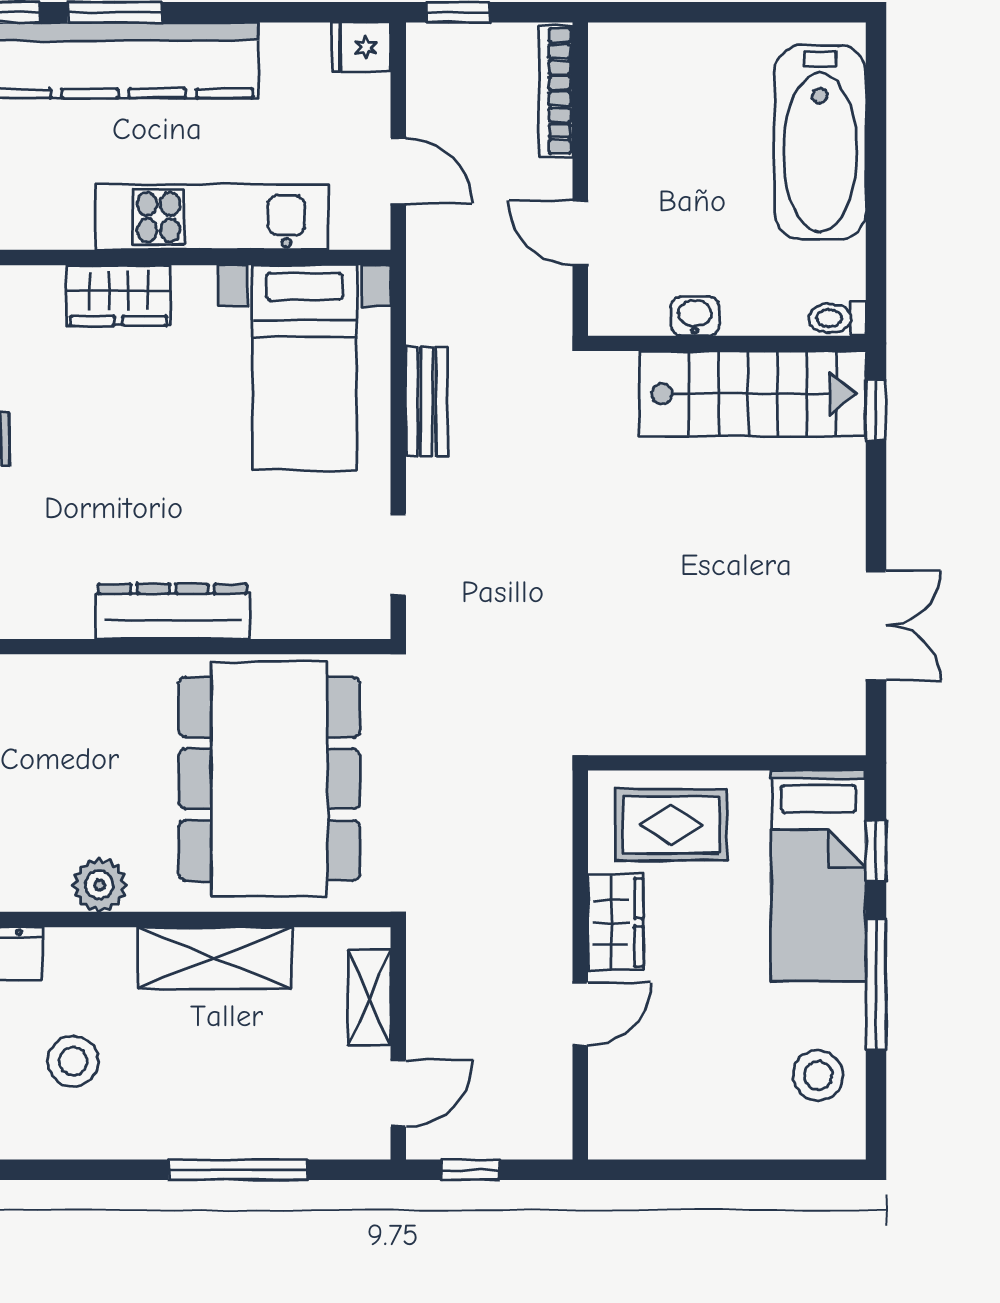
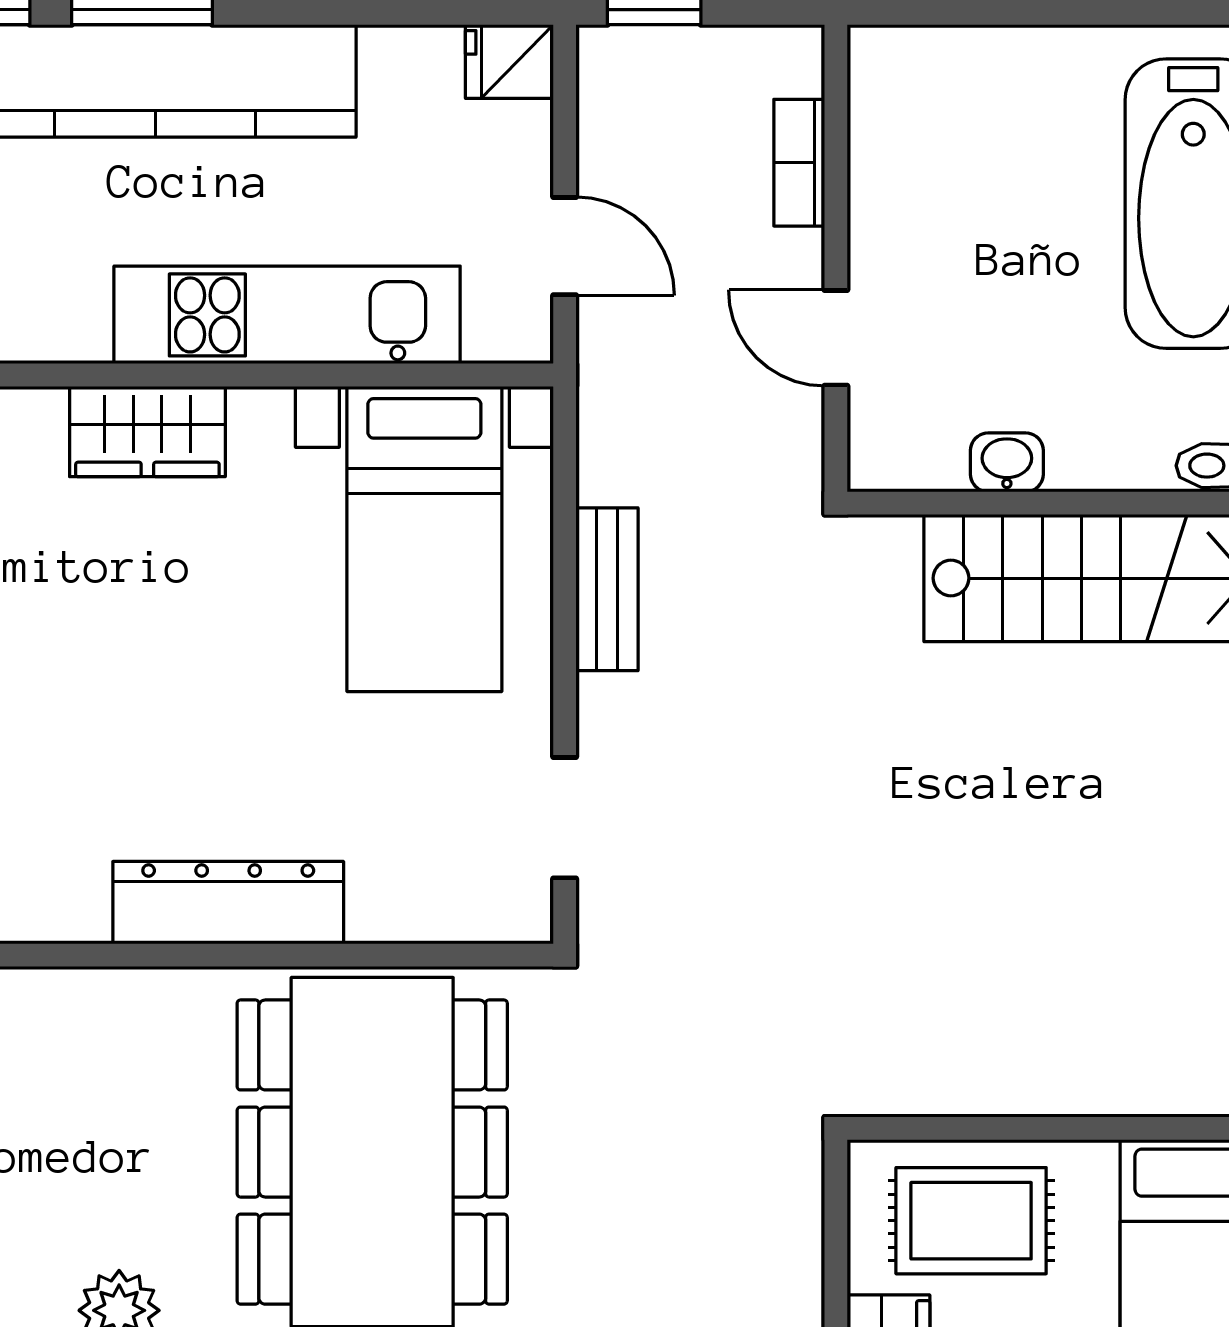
bookcase: (556, 91) -> (799, 163), width x0.64

